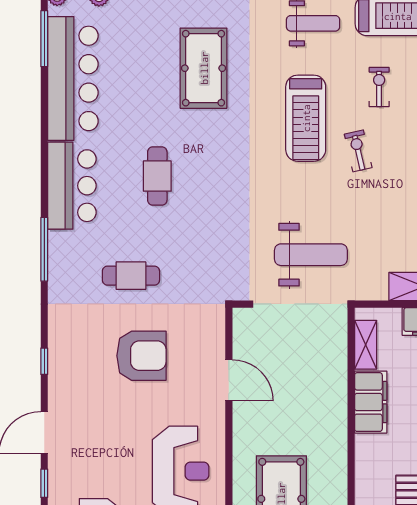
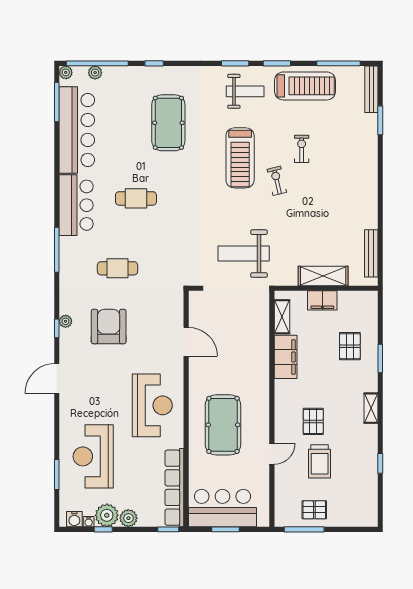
exercise bike: (379, 87) -> (302, 149), moved
cafe table: (157, 176) -> (136, 198), turned 90
weight bench: (311, 255) -> (244, 254), turned 180
plant: (57, 351) -> (66, 321), added
armchair: (141, 356) -> (109, 326), moved, turned -90
window: (44, 483) -> (57, 414), removed

